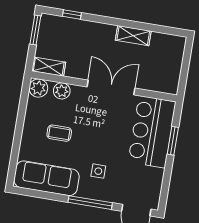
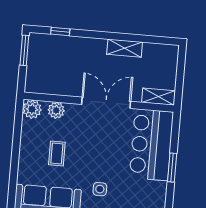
shelving: (49, 67) -> (158, 97), moved
coffee table: (59, 133) -> (57, 154), turned 90
window: (173, 141) -> (172, 168), moved

